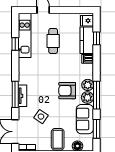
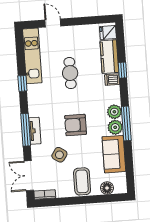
window: (97, 38) -> (122, 70), moved
cafe table: (53, 41) -> (70, 73), moved
window: (15, 44) -> (22, 83), moved
armchair: (67, 91) -> (76, 125), moved
window: (97, 129) -> (129, 165), removed

